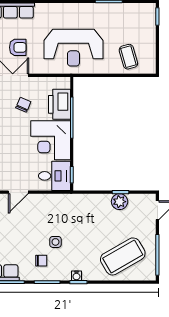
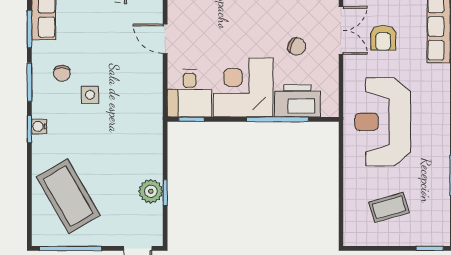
coffee table: (128, 57) -> (389, 207), moved

